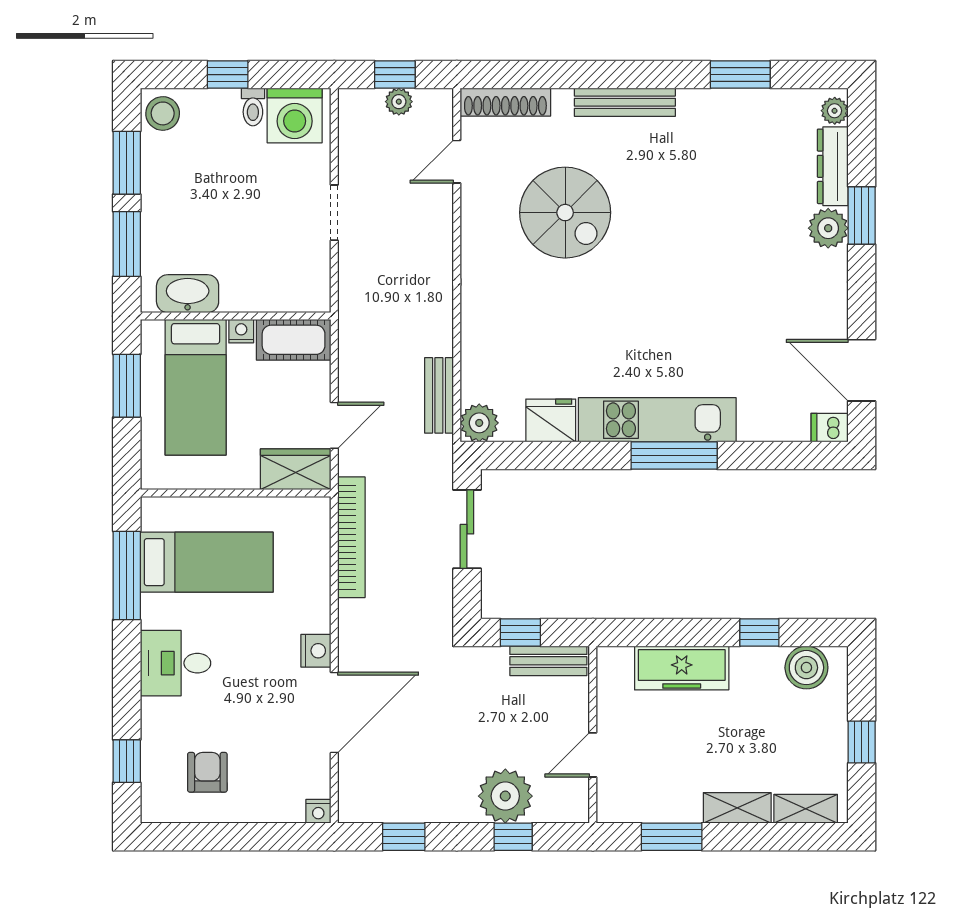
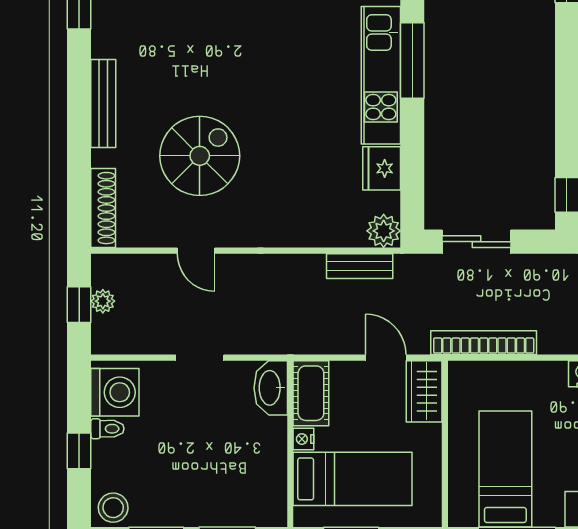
door: (457, 162) -> (196, 251), moved
washbasin: (188, 294) -> (271, 388), moved

